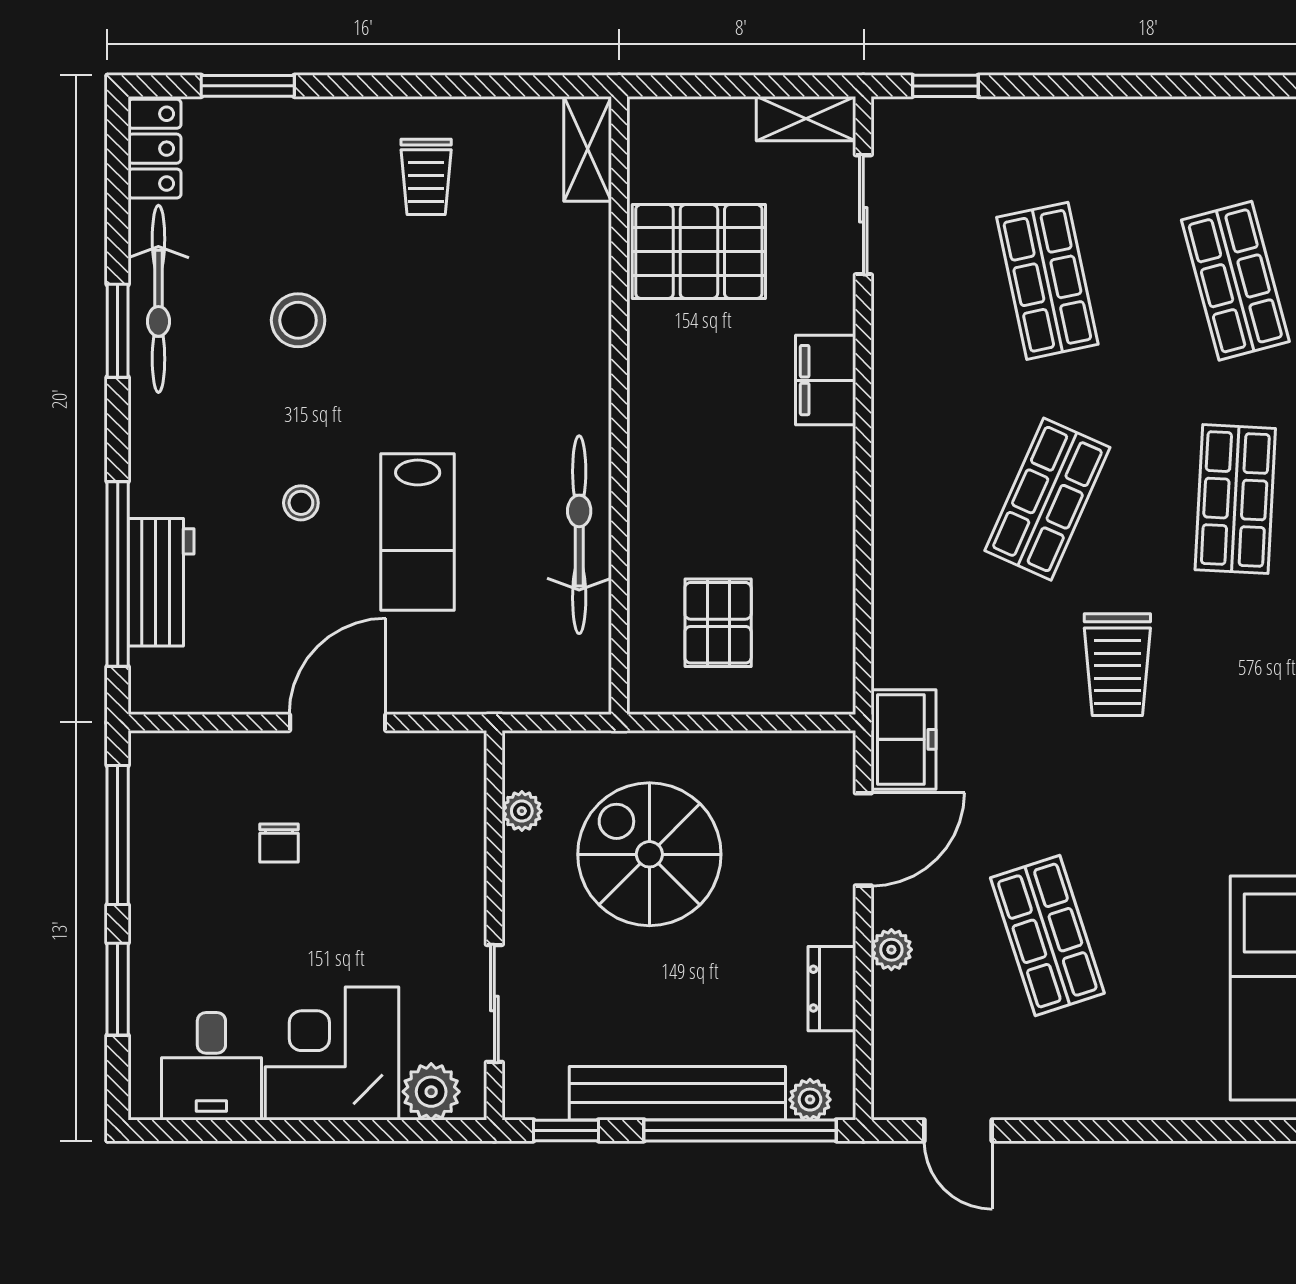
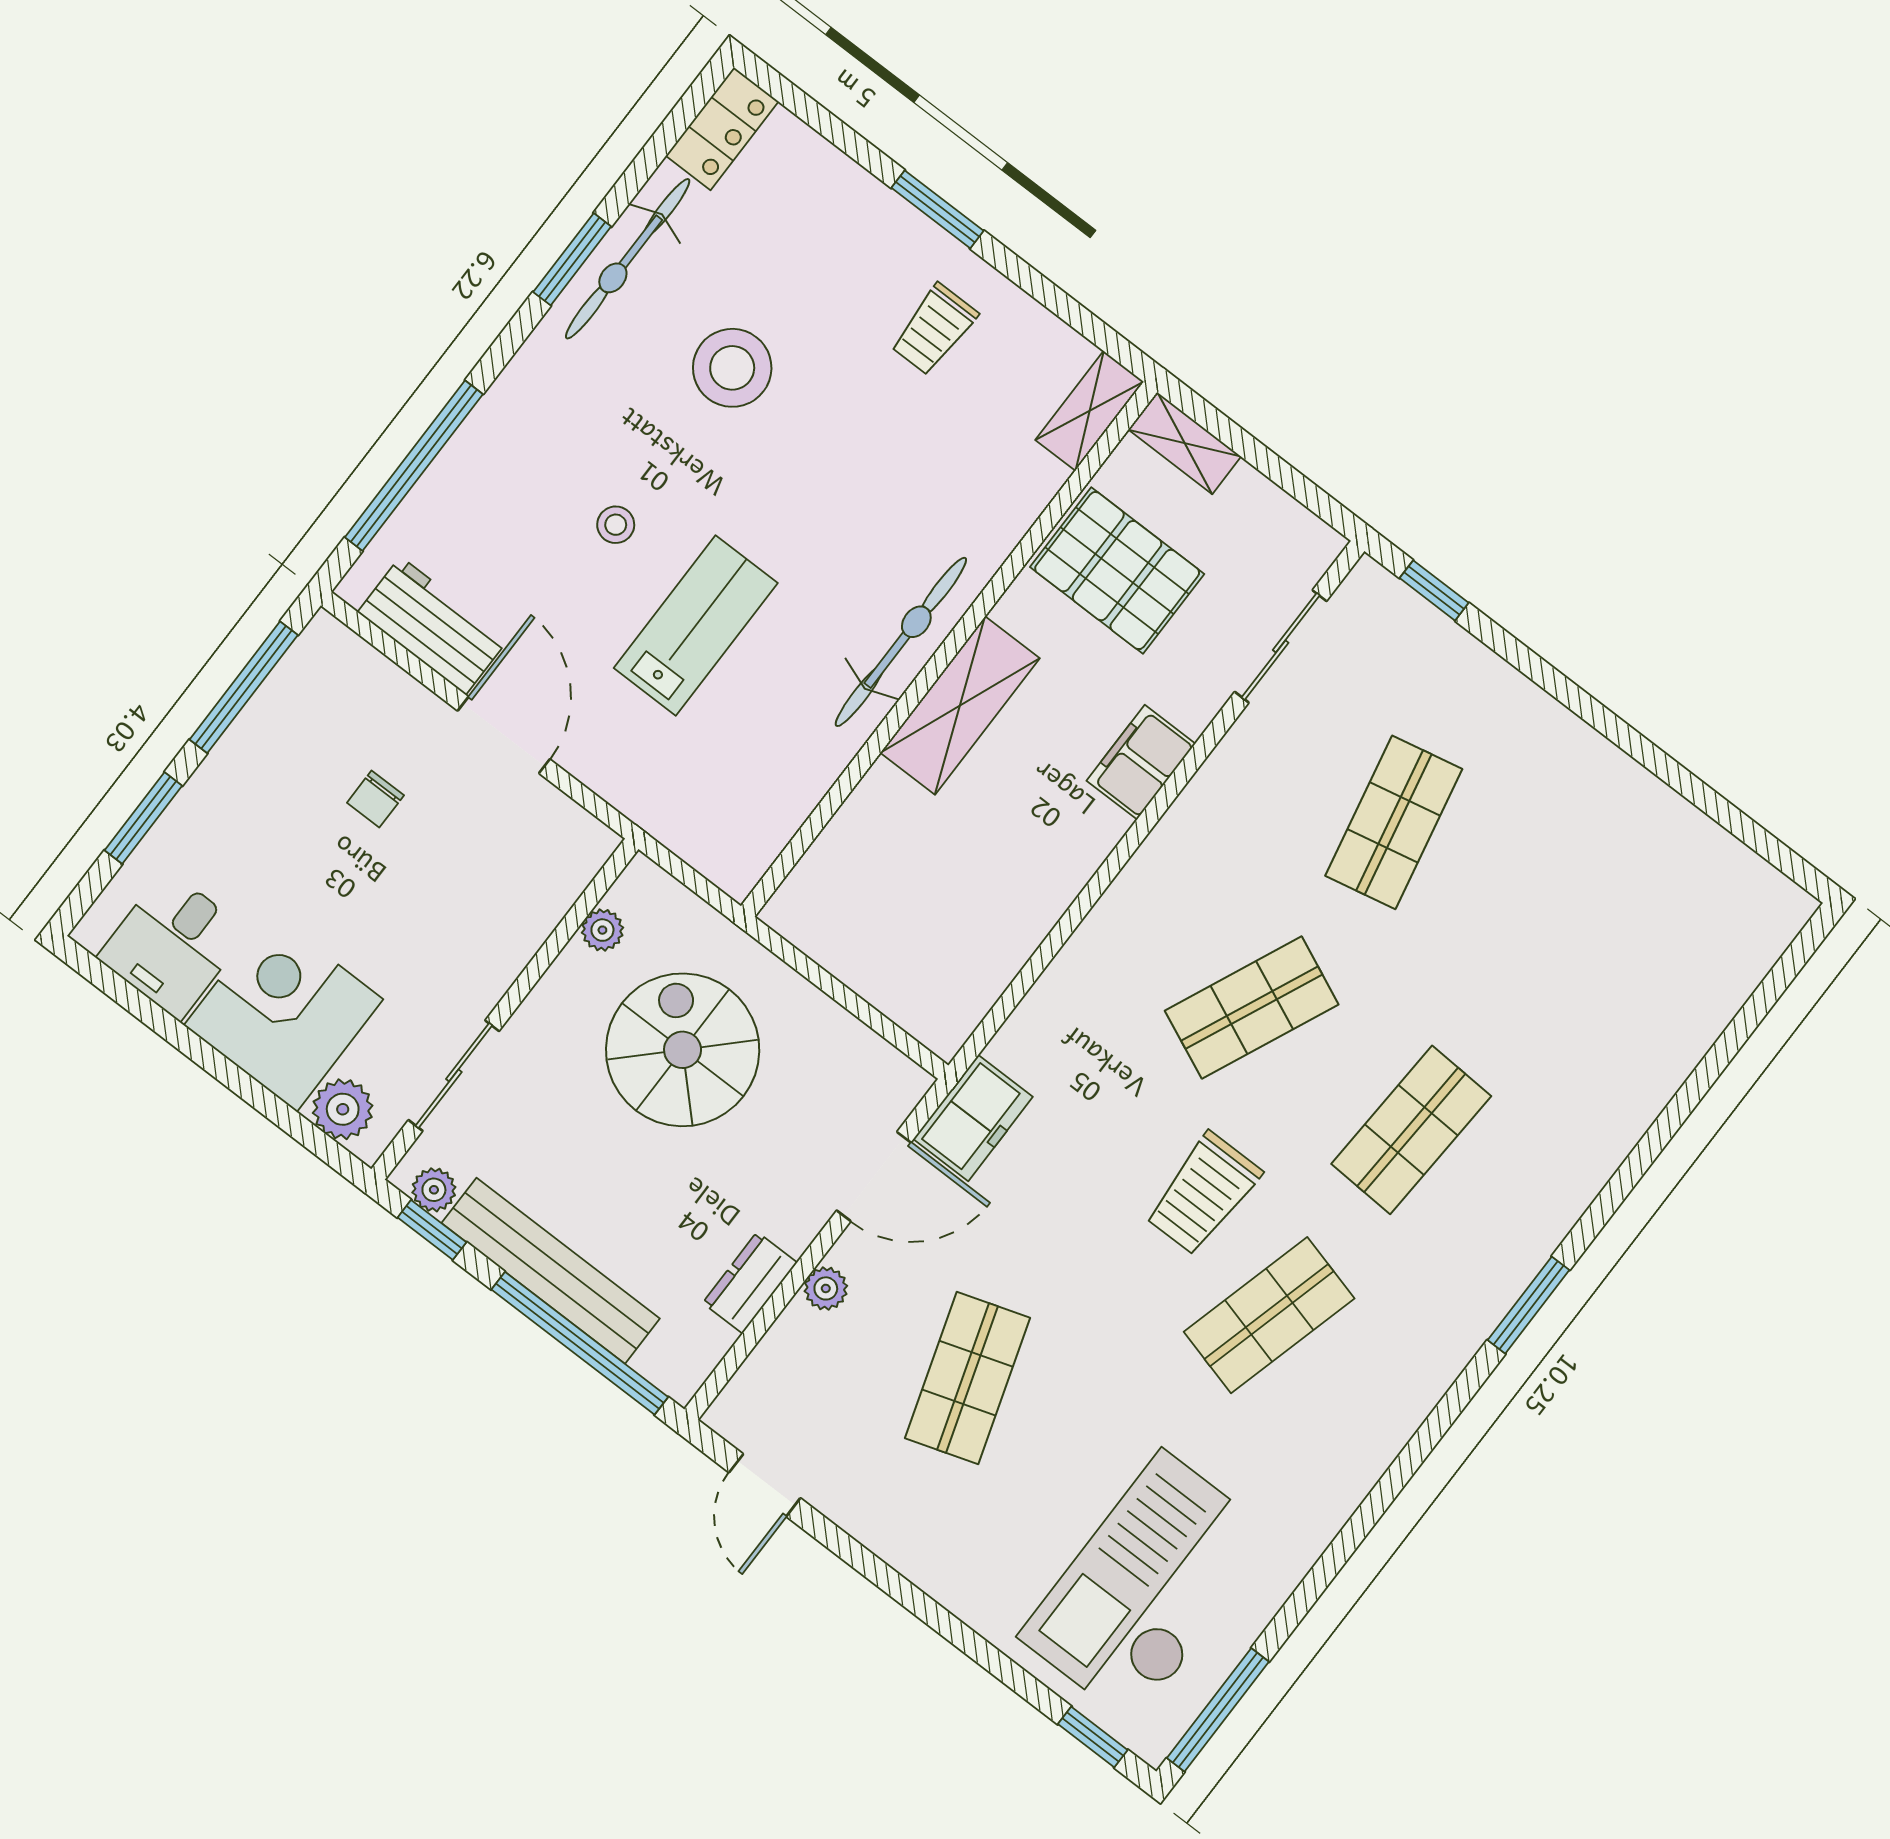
window: (248, 86) -> (937, 209), moved
shelving: (806, 119) -> (1185, 443), moved
shop shelf: (1235, 281) -> (1269, 1315), moved, turned 30
stool: (298, 320) -> (732, 368), width x1.38, depth x1.38
shelving: (659, 441) -> (960, 706), added
lab bench: (418, 532) -> (696, 625), turned 180
bicycle: (579, 535) -> (901, 642), moved
workbench: (161, 582) -> (433, 626), moved, turned -90
pallet: (718, 623) -> (892, 898), removed
door: (338, 722) -> (504, 735), hinge flipped
plant: (810, 1100) -> (434, 1190), moved

